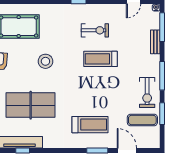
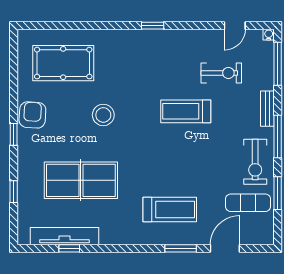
exercise bike: (95, 30) -> (221, 73), moved
bench: (155, 42) -> (267, 109), moved
door: (127, 151) -> (225, 248), hinge flipped

